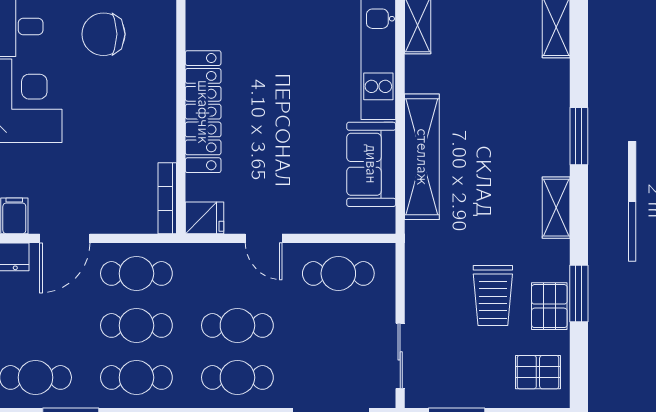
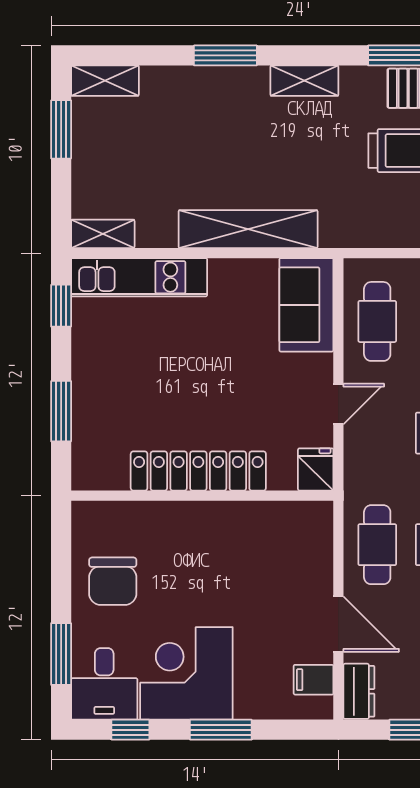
sofa: (371, 164) -> (306, 305), moved, turned 90
bookcase: (167, 198) -> (294, 511), removed

